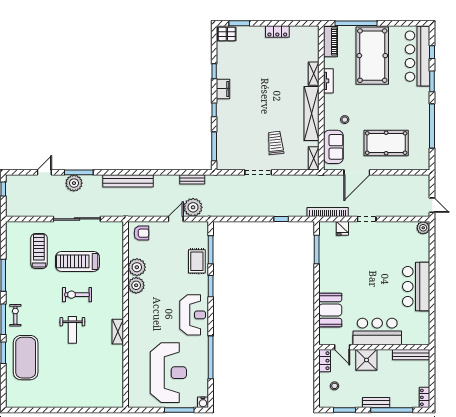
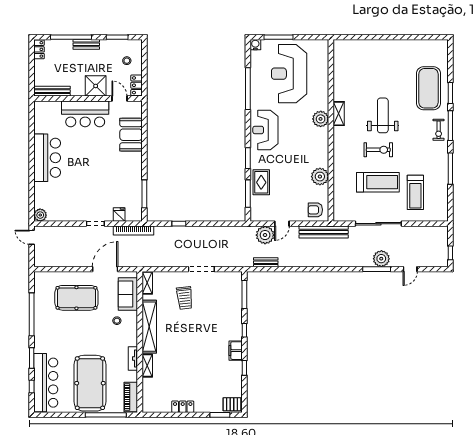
bench: (128, 181) -> (324, 232), moved
plant: (136, 285) -> (321, 119), moved
weight bench: (72, 330) -> (383, 115), width x1.36, depth x1.33

